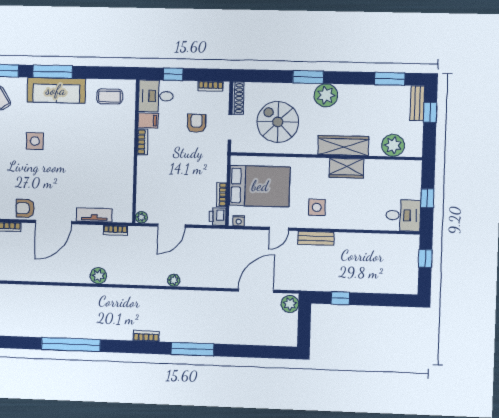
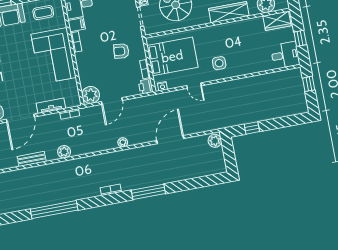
armchair: (196, 123) -> (121, 51), moved, turned -85
corner sofa: (111, 153) -> (54, 56), added
wardrobe: (346, 168) -> (277, 21), moved
plant: (141, 217) -> (91, 95), width x1.88, depth x1.88
door: (279, 229) -> (194, 86), hinge flipped
bench: (316, 238) -> (32, 159), moved
door: (256, 291) -> (170, 140), moved

